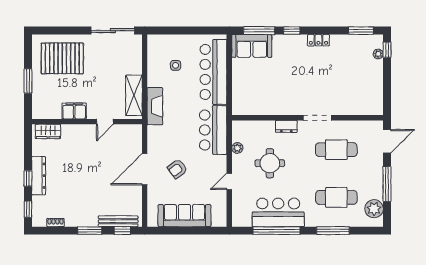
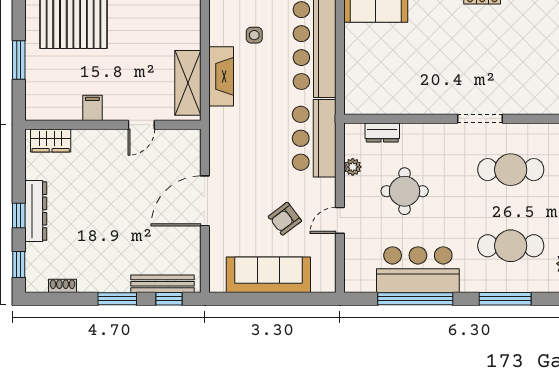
fireplace: (155, 106) -> (221, 76), moved
filing cabinet: (74, 111) -> (92, 108), width x0.50
dresser: (286, 126) -> (382, 132), moved
armchair: (177, 169) -> (285, 219), moved

